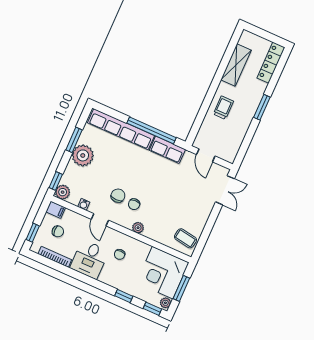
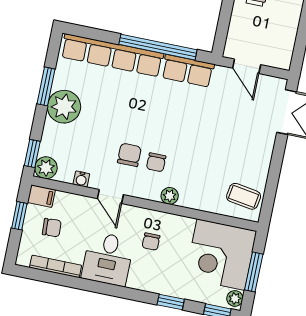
window: (33, 233) -> (19, 216), moved

